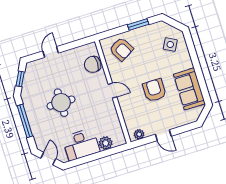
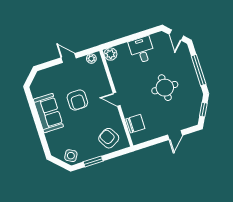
side table: (170, 44) -> (71, 156), moved
sofa: (189, 89) -> (48, 113), moved
plant: (106, 143) -> (110, 54), moved
desk: (81, 144) -> (142, 50), width x0.73

